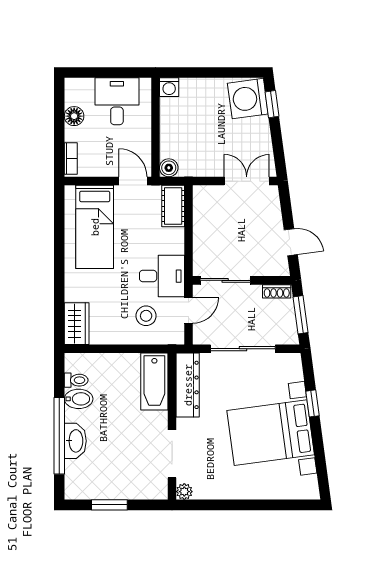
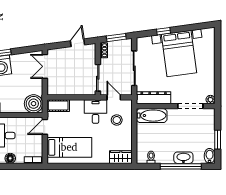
boiler: (169, 168) -> (34, 104), width x1.86, depth x1.86
bidet: (79, 399) -> (210, 156), moved

